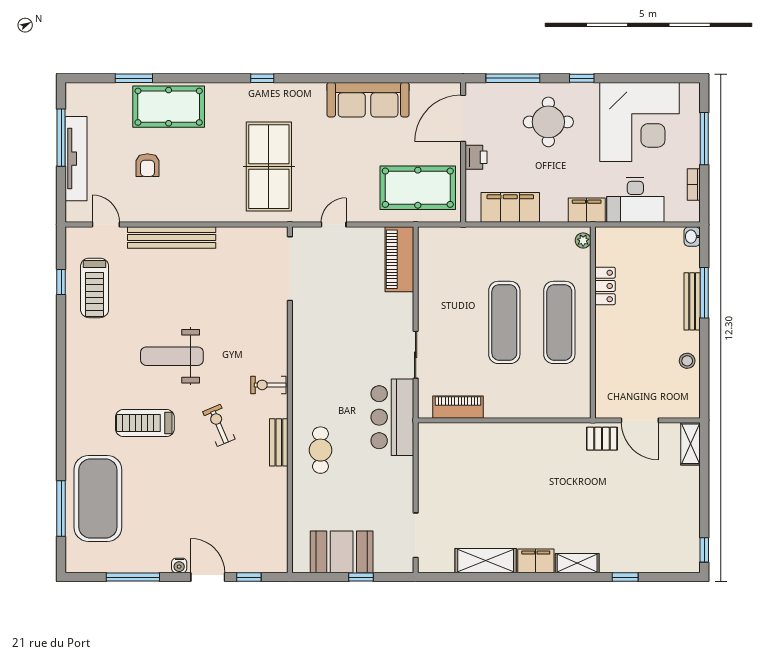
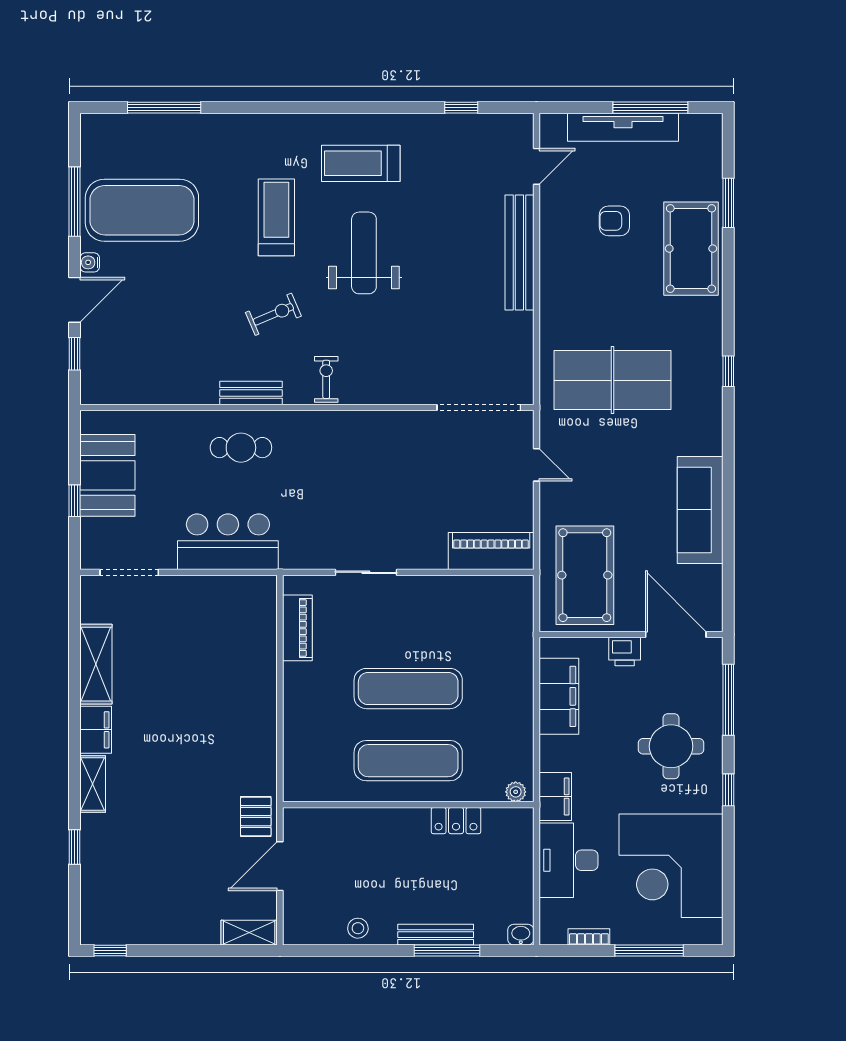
treadmill: (95, 288) -> (361, 163), moved
bar counter: (392, 417) -> (228, 542), moved
exercise mat: (98, 499) -> (142, 210), moved

